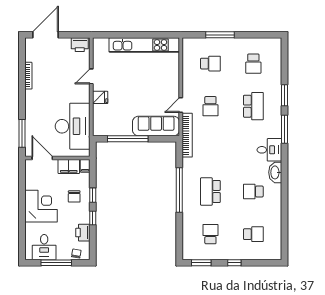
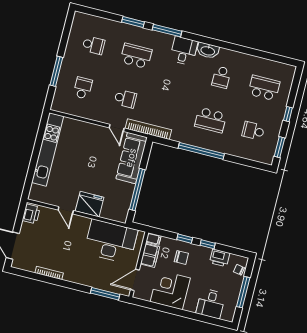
fridge: (100, 97) -> (90, 204), width x1.88, depth x1.34
corner desk: (41, 206) -> (170, 290), moved
school desk: (253, 234) -> (264, 88), width x1.85
desk: (44, 247) -> (211, 304), moved, turned 90

